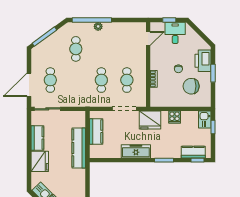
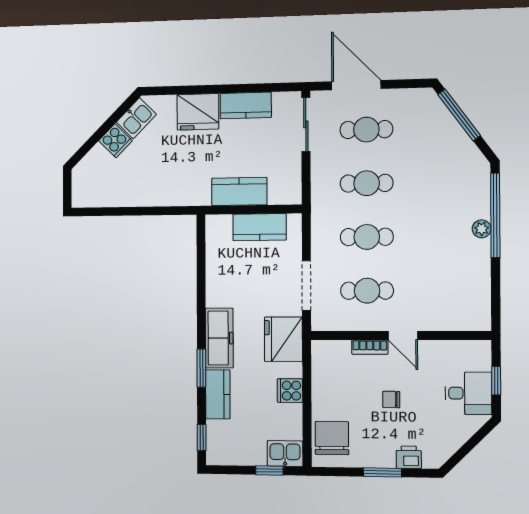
door: (148, 39) -> (403, 336), moved
cafe table: (76, 49) -> (367, 183), moved
printer: (203, 61) -> (409, 457), width x0.53, depth x0.68
chair: (191, 86) -> (332, 438), moved
kitchen counter: (79, 148) -> (239, 191), width x0.67
freezer: (136, 151) -> (219, 338), moved
kitchen counter: (193, 152) -> (218, 394), moved

